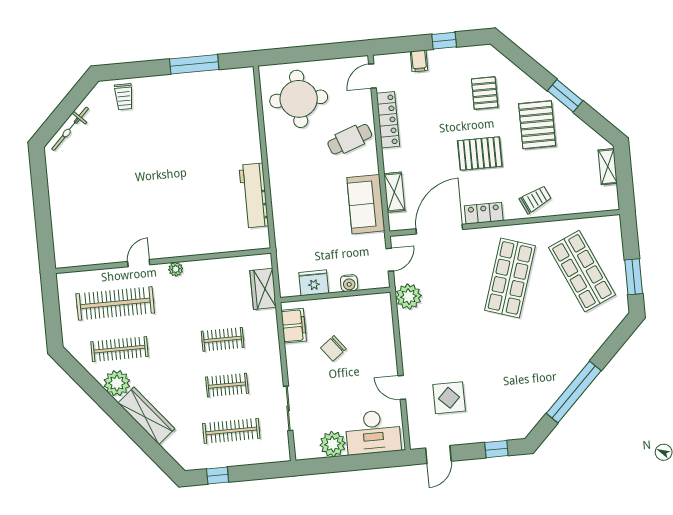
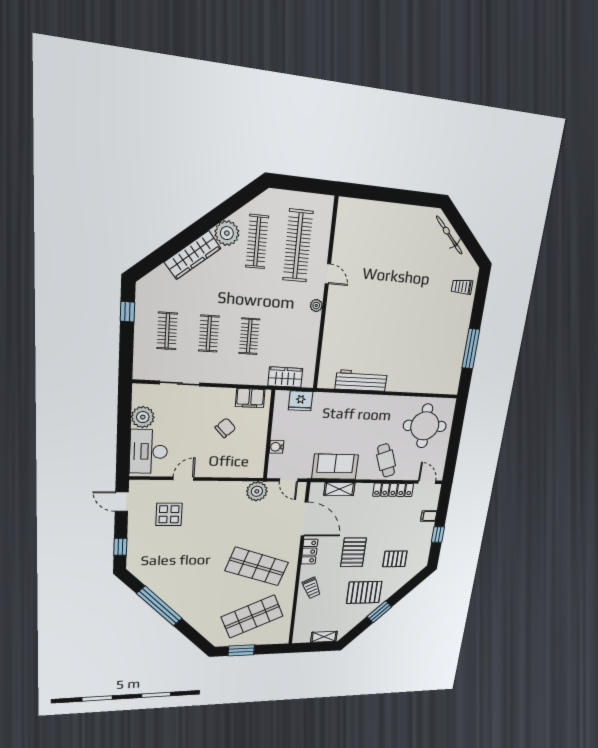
fridge: (314, 283) -> (301, 401), moved, turned 90
chair: (333, 348) -> (225, 428), turned 84
clothes rail: (231, 431) -> (167, 331), width x0.73

